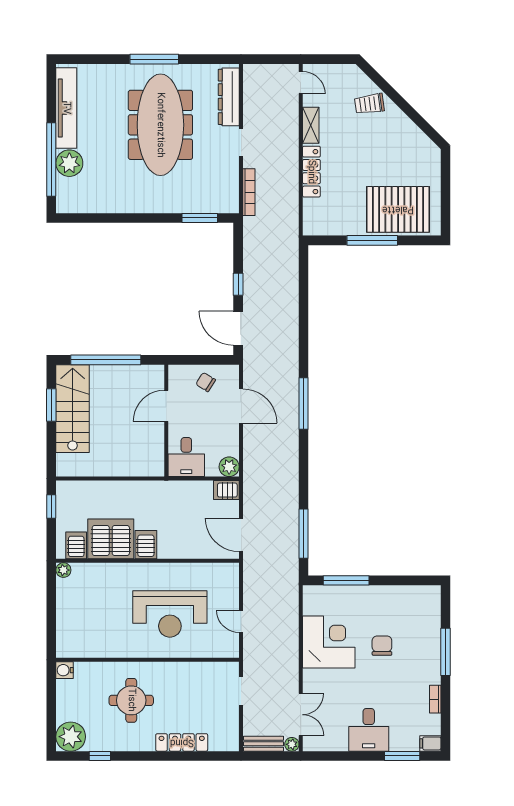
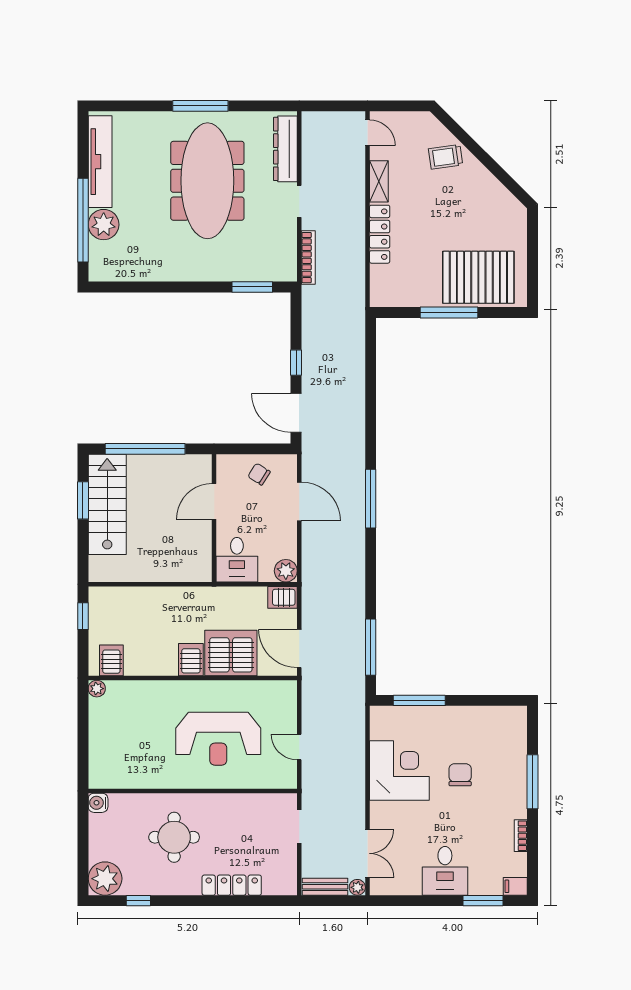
server rack: (111, 539) -> (231, 653), moved

